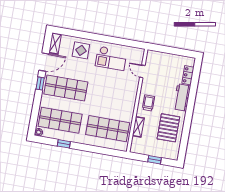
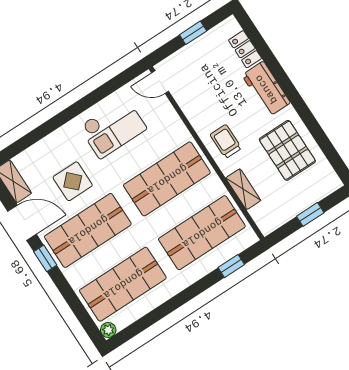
display table: (81, 50) -> (73, 181), moved
window: (174, 51) -> (193, 33), added
door: (44, 62) -> (22, 223), hinge flipped
door: (142, 71) -> (160, 82), moved
shop shelf: (113, 96) -> (167, 179), added
window: (64, 144) -> (231, 266), moved

